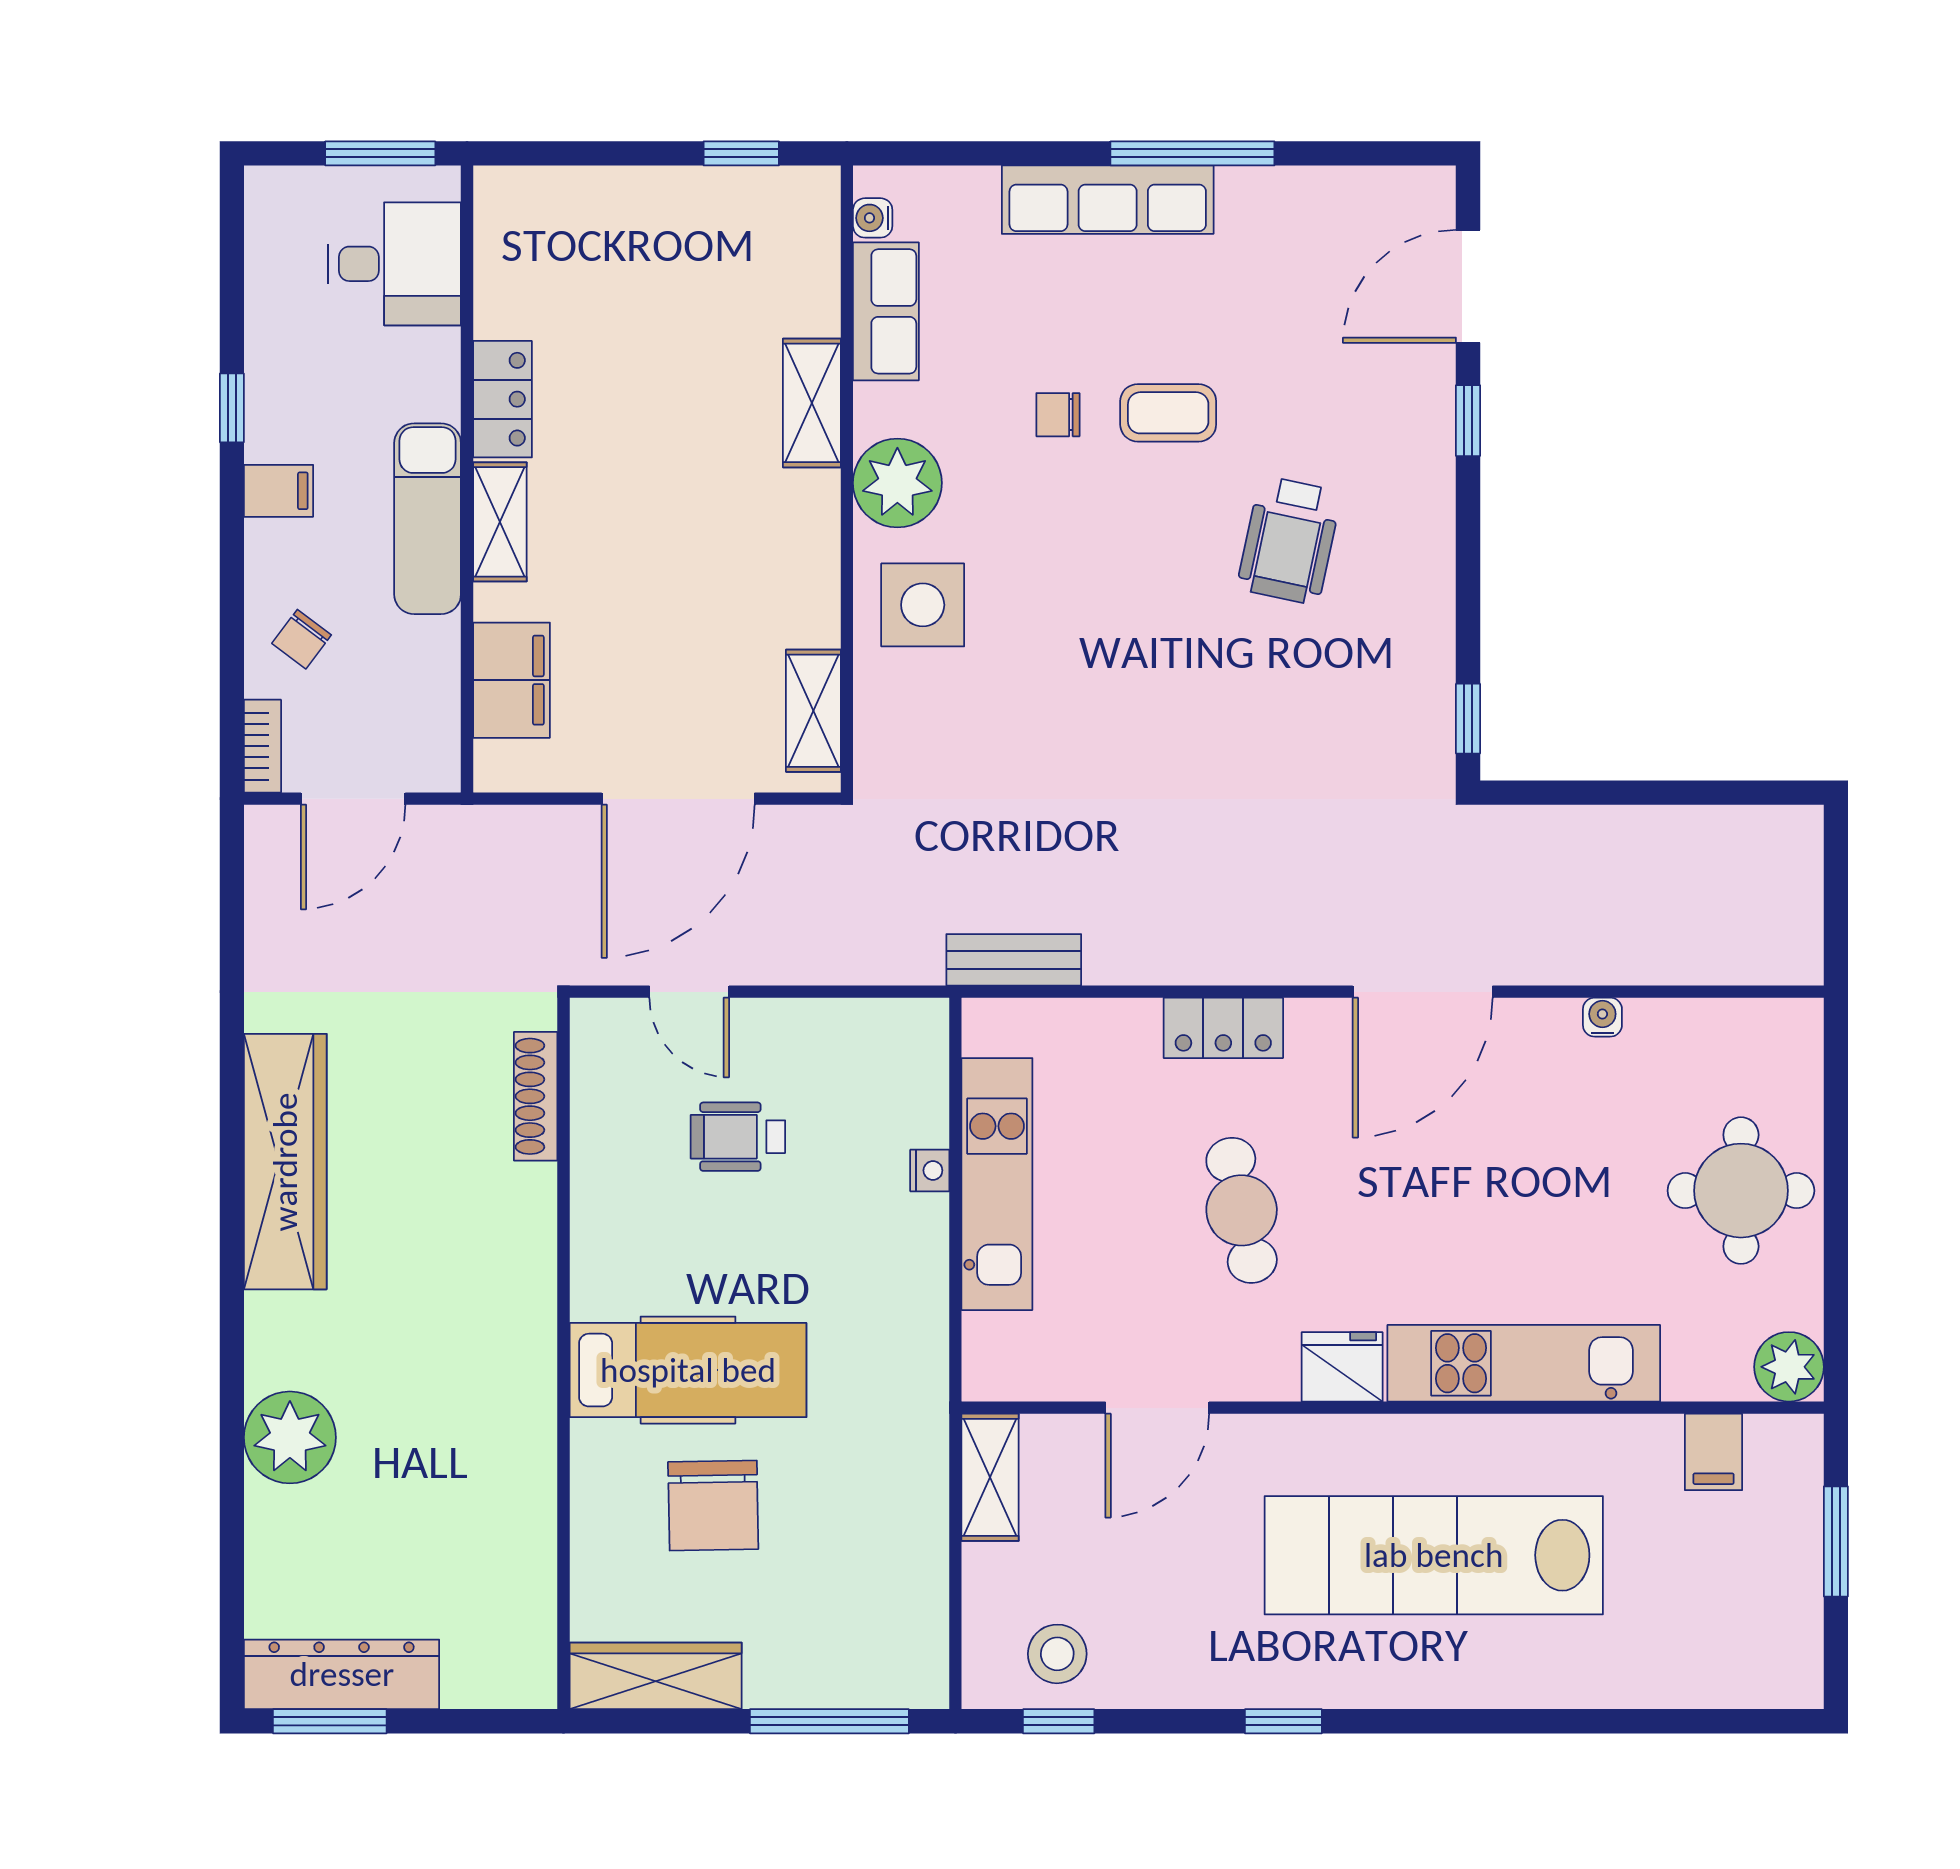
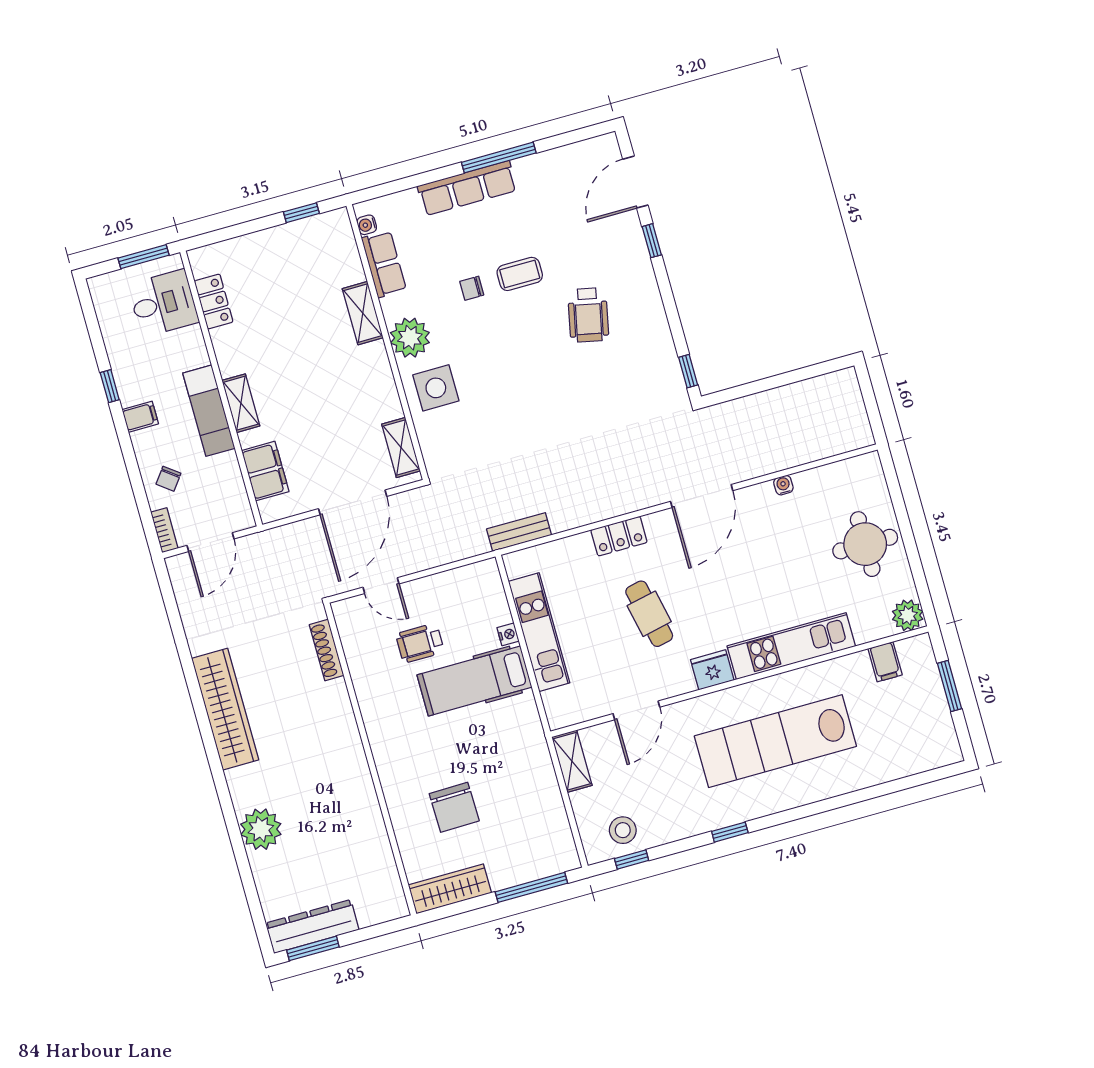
locker: (502, 399) -> (214, 301), moved
hospital bed: (688, 1370) -> (474, 681), moved, turned 180

